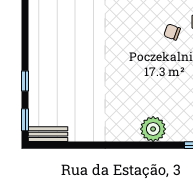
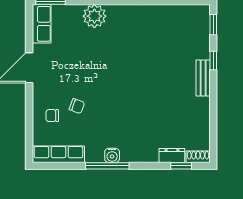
bench: (48, 134) -> (203, 78), moved, turned 90

